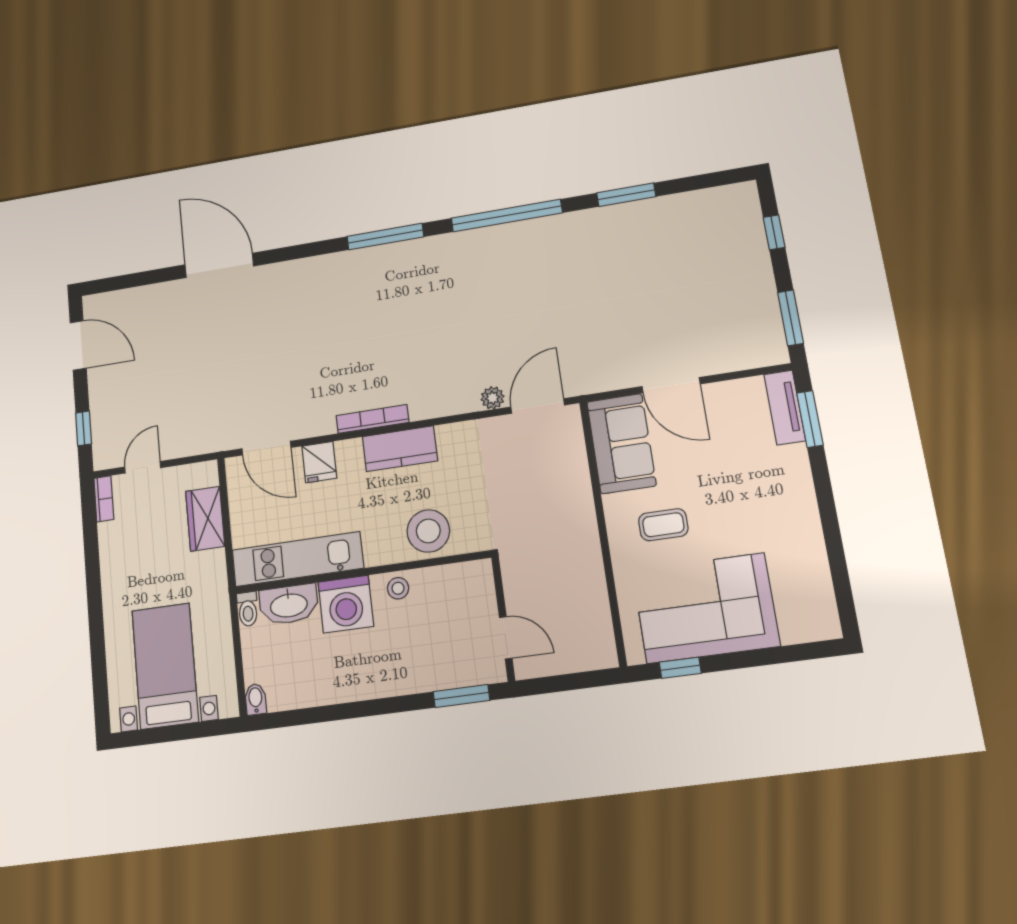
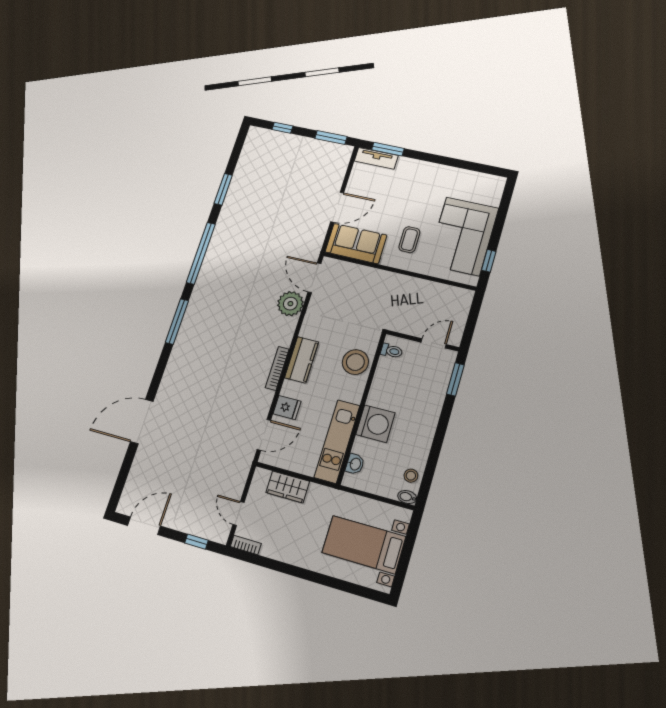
plant: (493, 398) -> (290, 304), width x1.88, depth x1.88
stool: (398, 588) -> (411, 476), moved
washbasin: (289, 604) -> (355, 464), width x0.52, depth x0.69
toilet: (248, 609) -> (392, 351), moved

